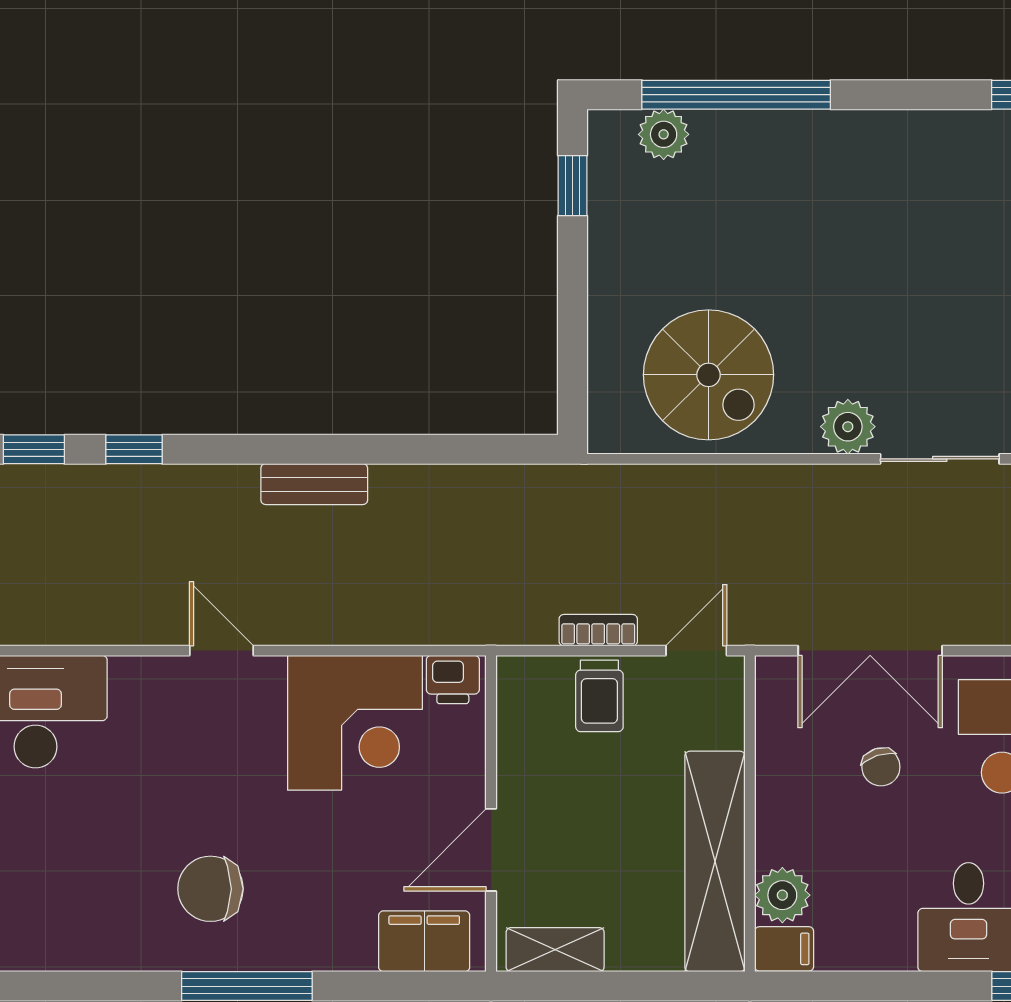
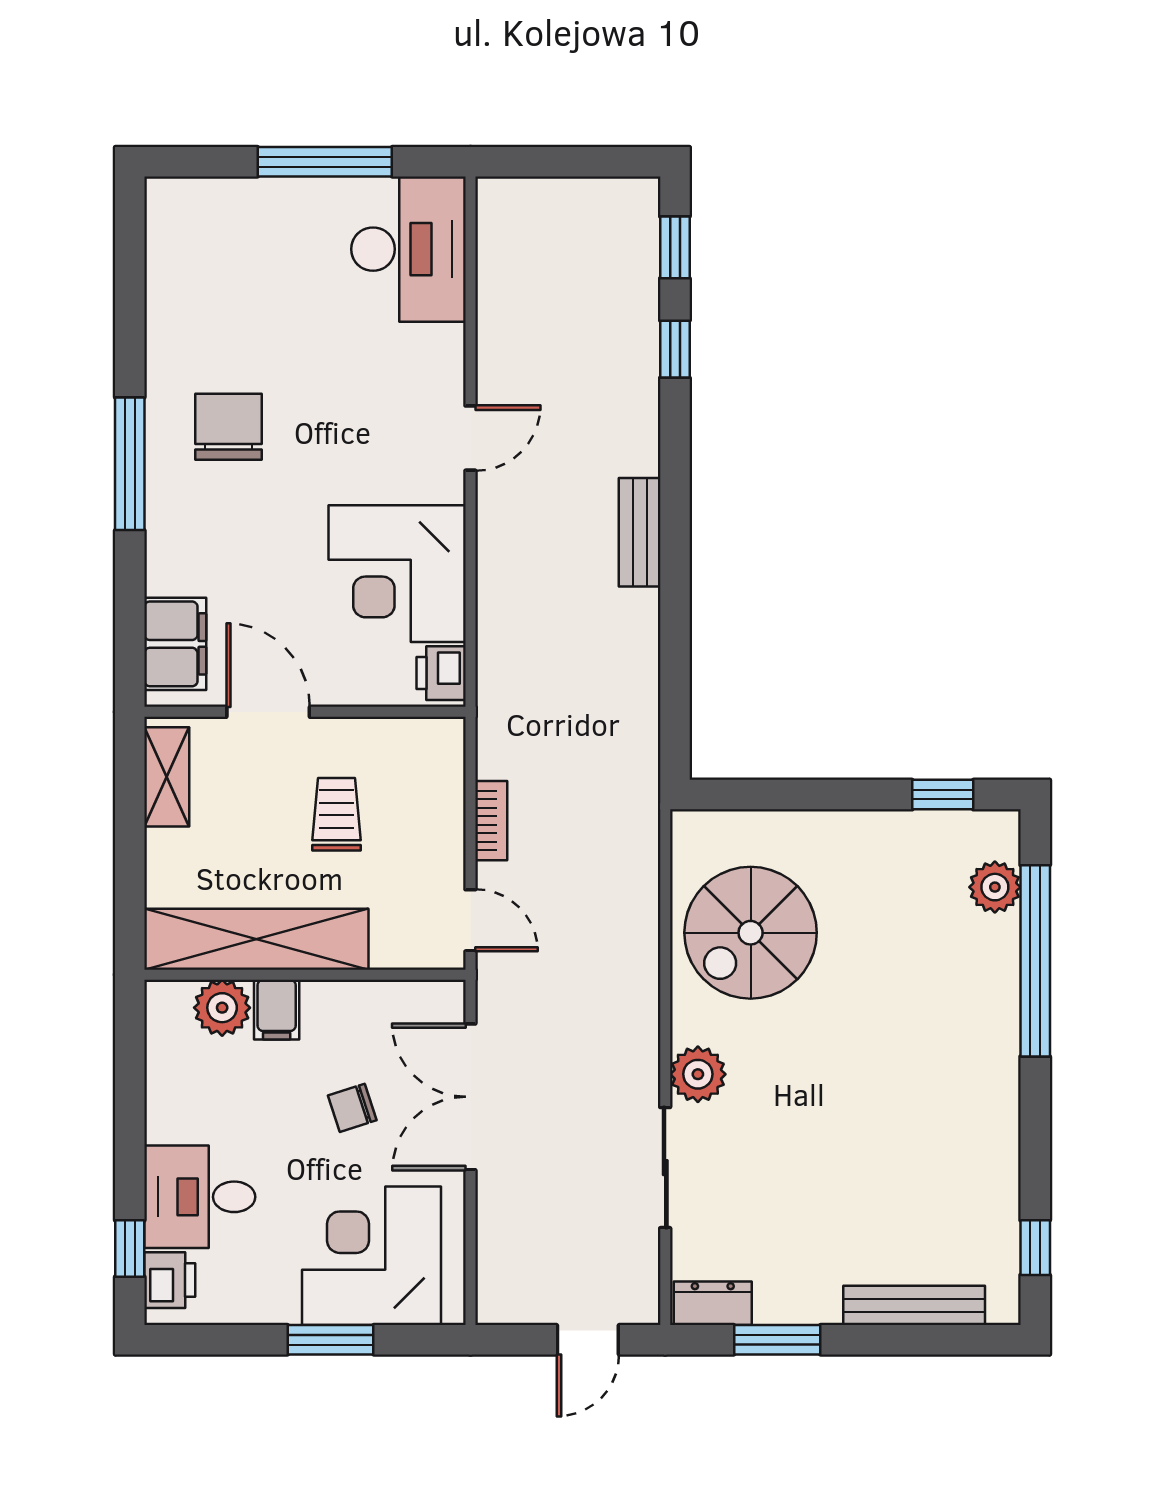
trolley: (599, 696) -> (337, 814), moved, turned 90
filing cabinet: (784, 949) -> (277, 1010), moved

